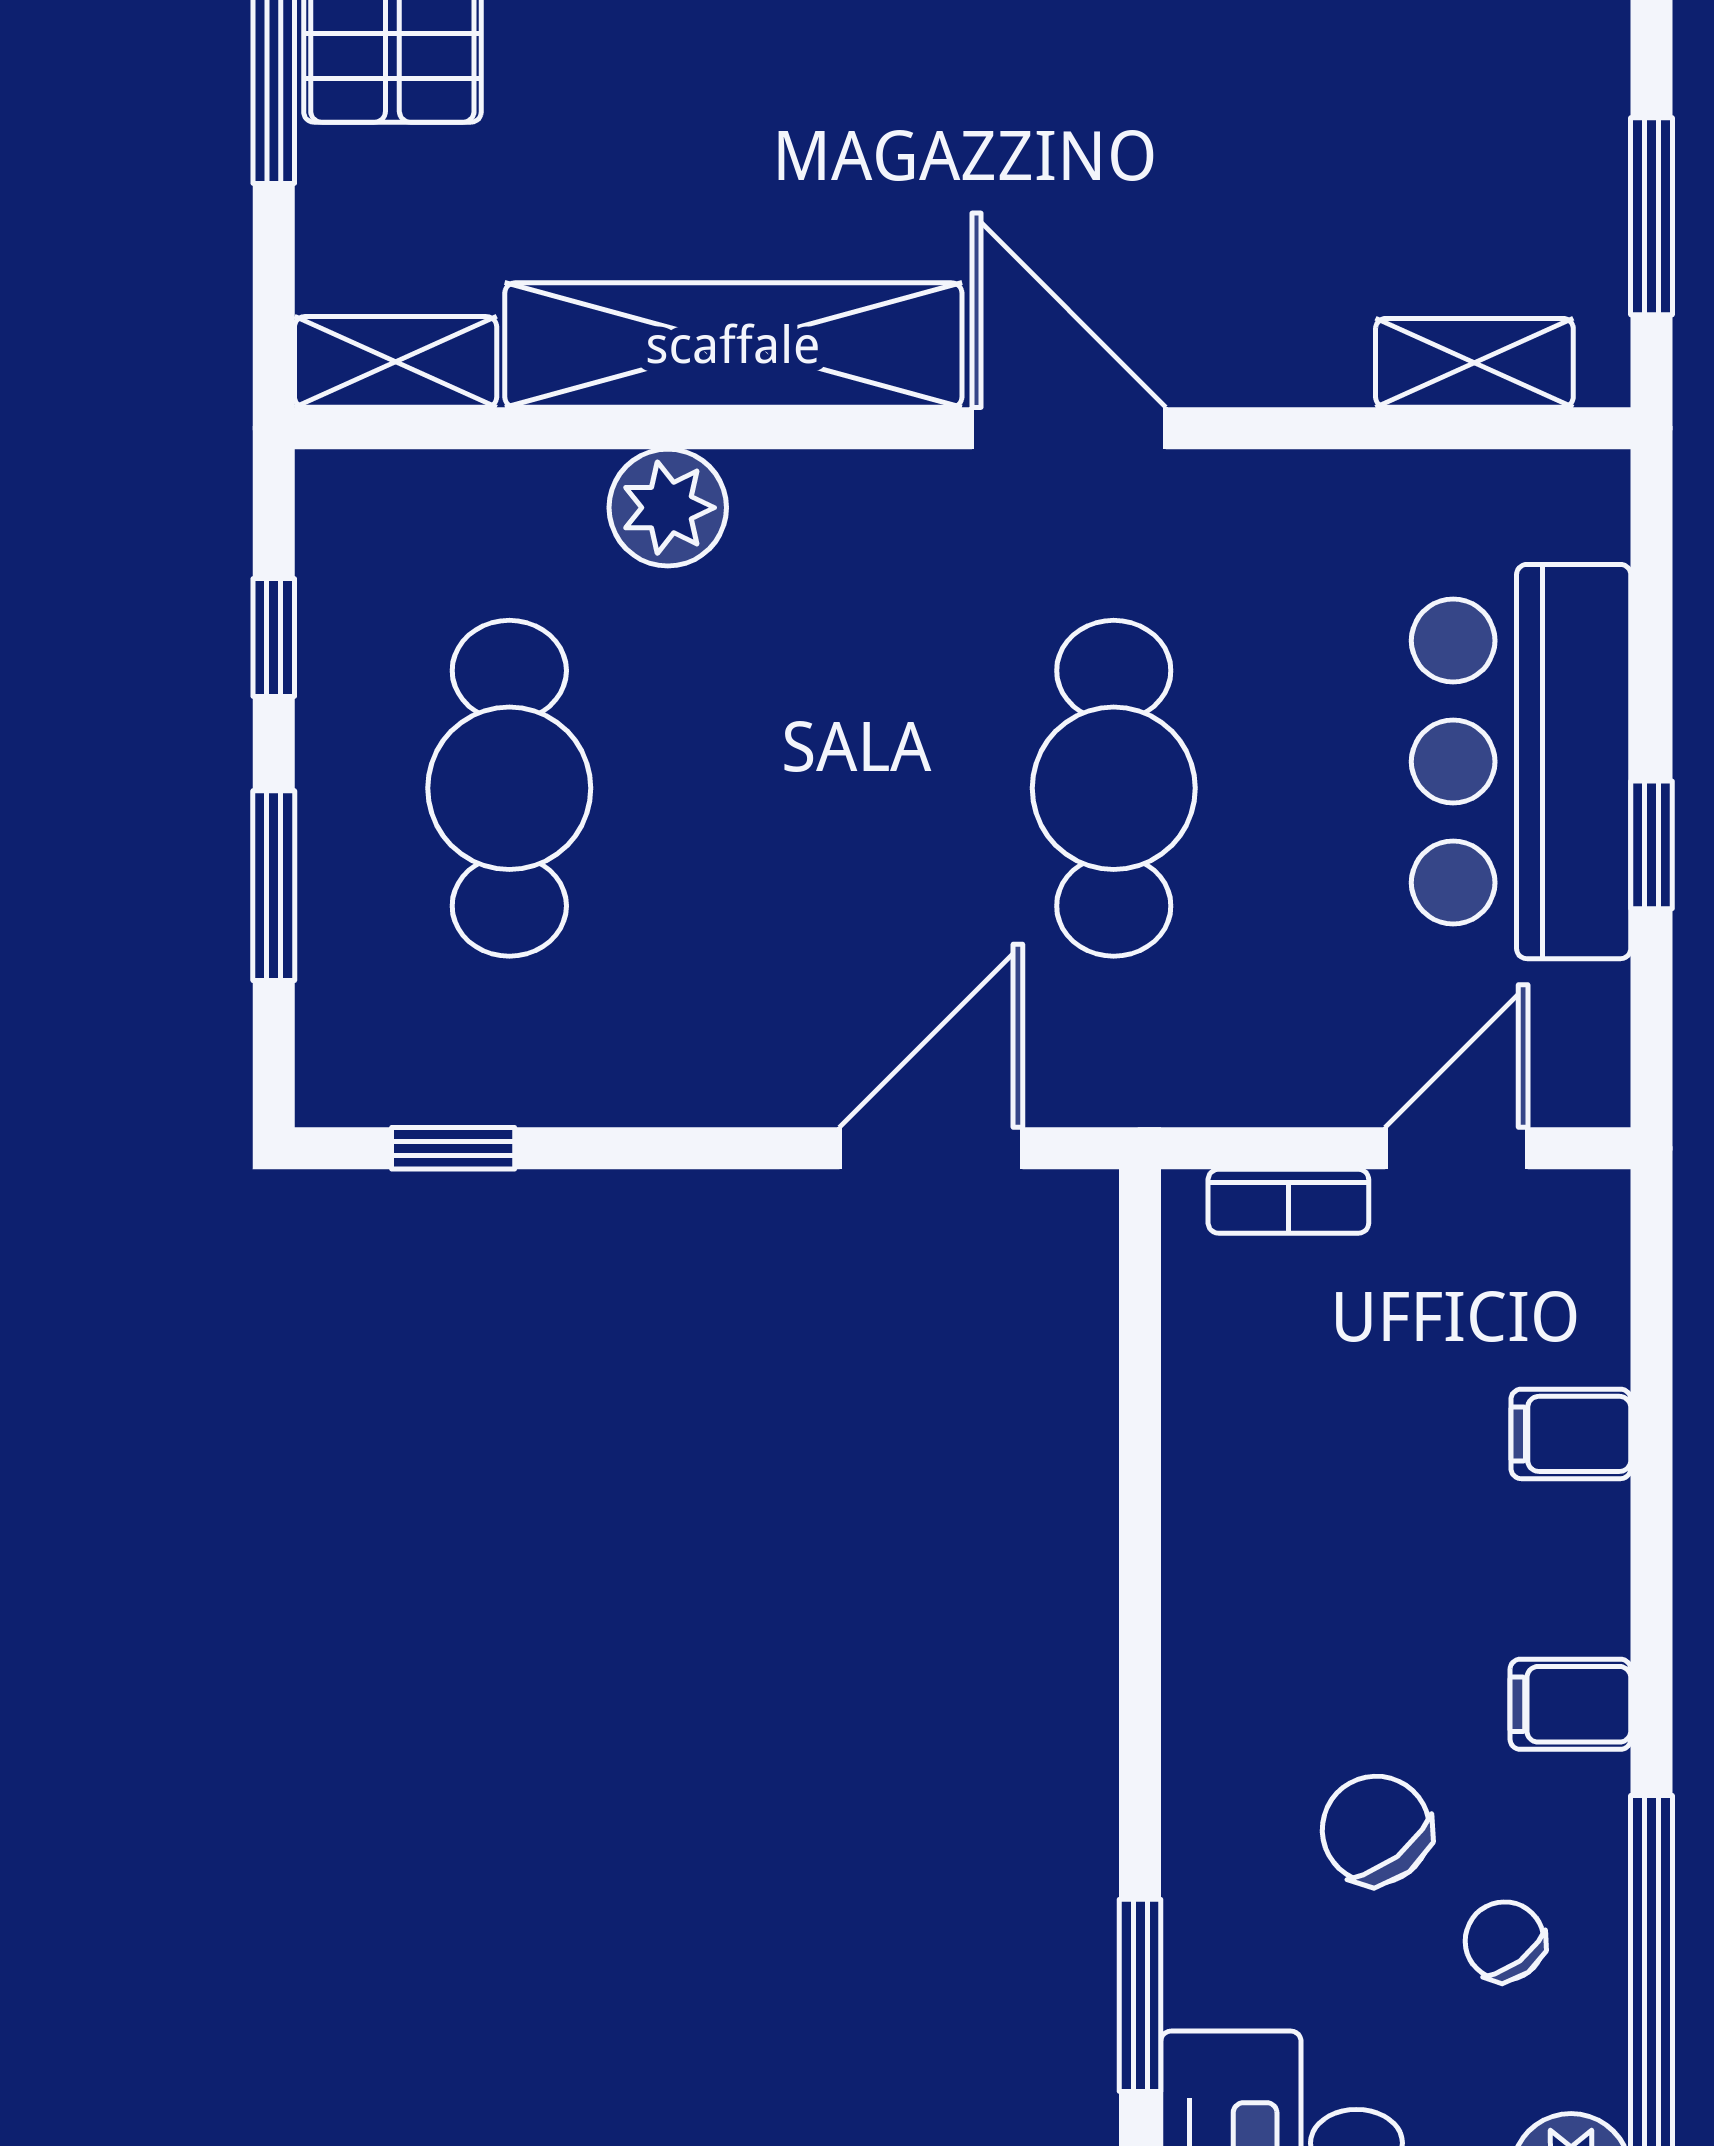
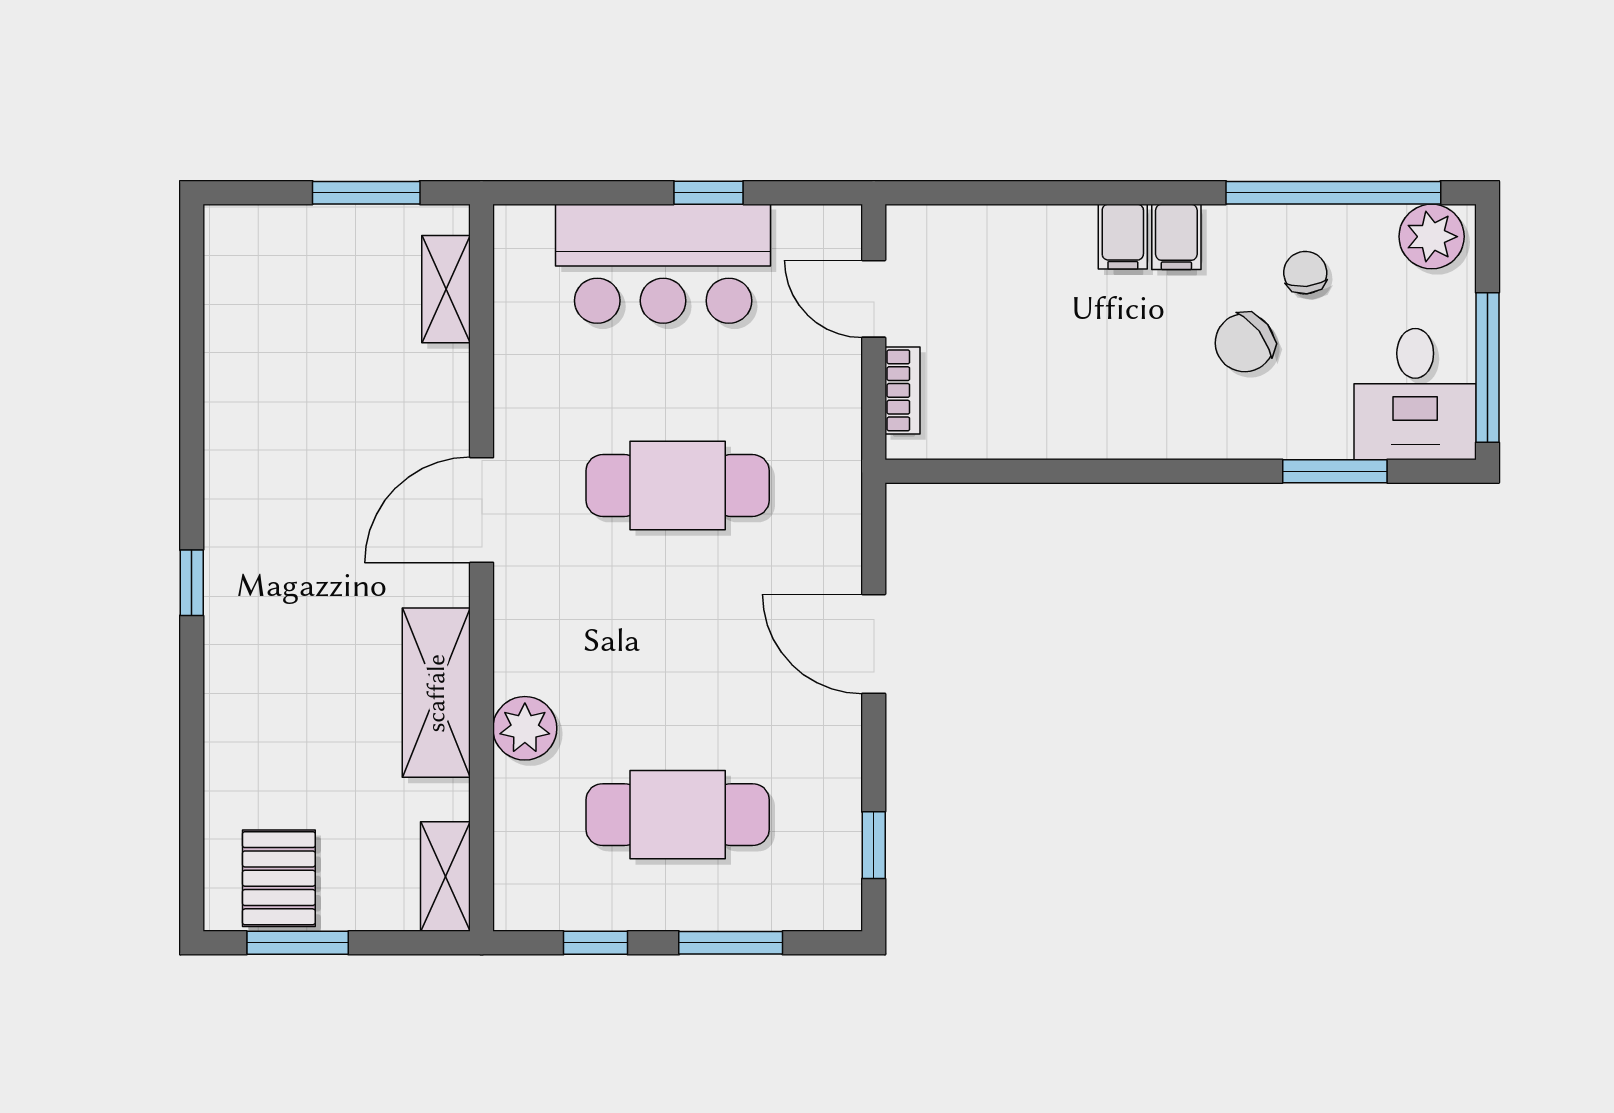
shelving: (733, 345) -> (436, 693), width x0.68
door: (931, 1148) -> (874, 644), moved
filing cabinet: (1571, 1434) -> (1123, 237), moved
chair: (1505, 1941) -> (1305, 273), turned 122

